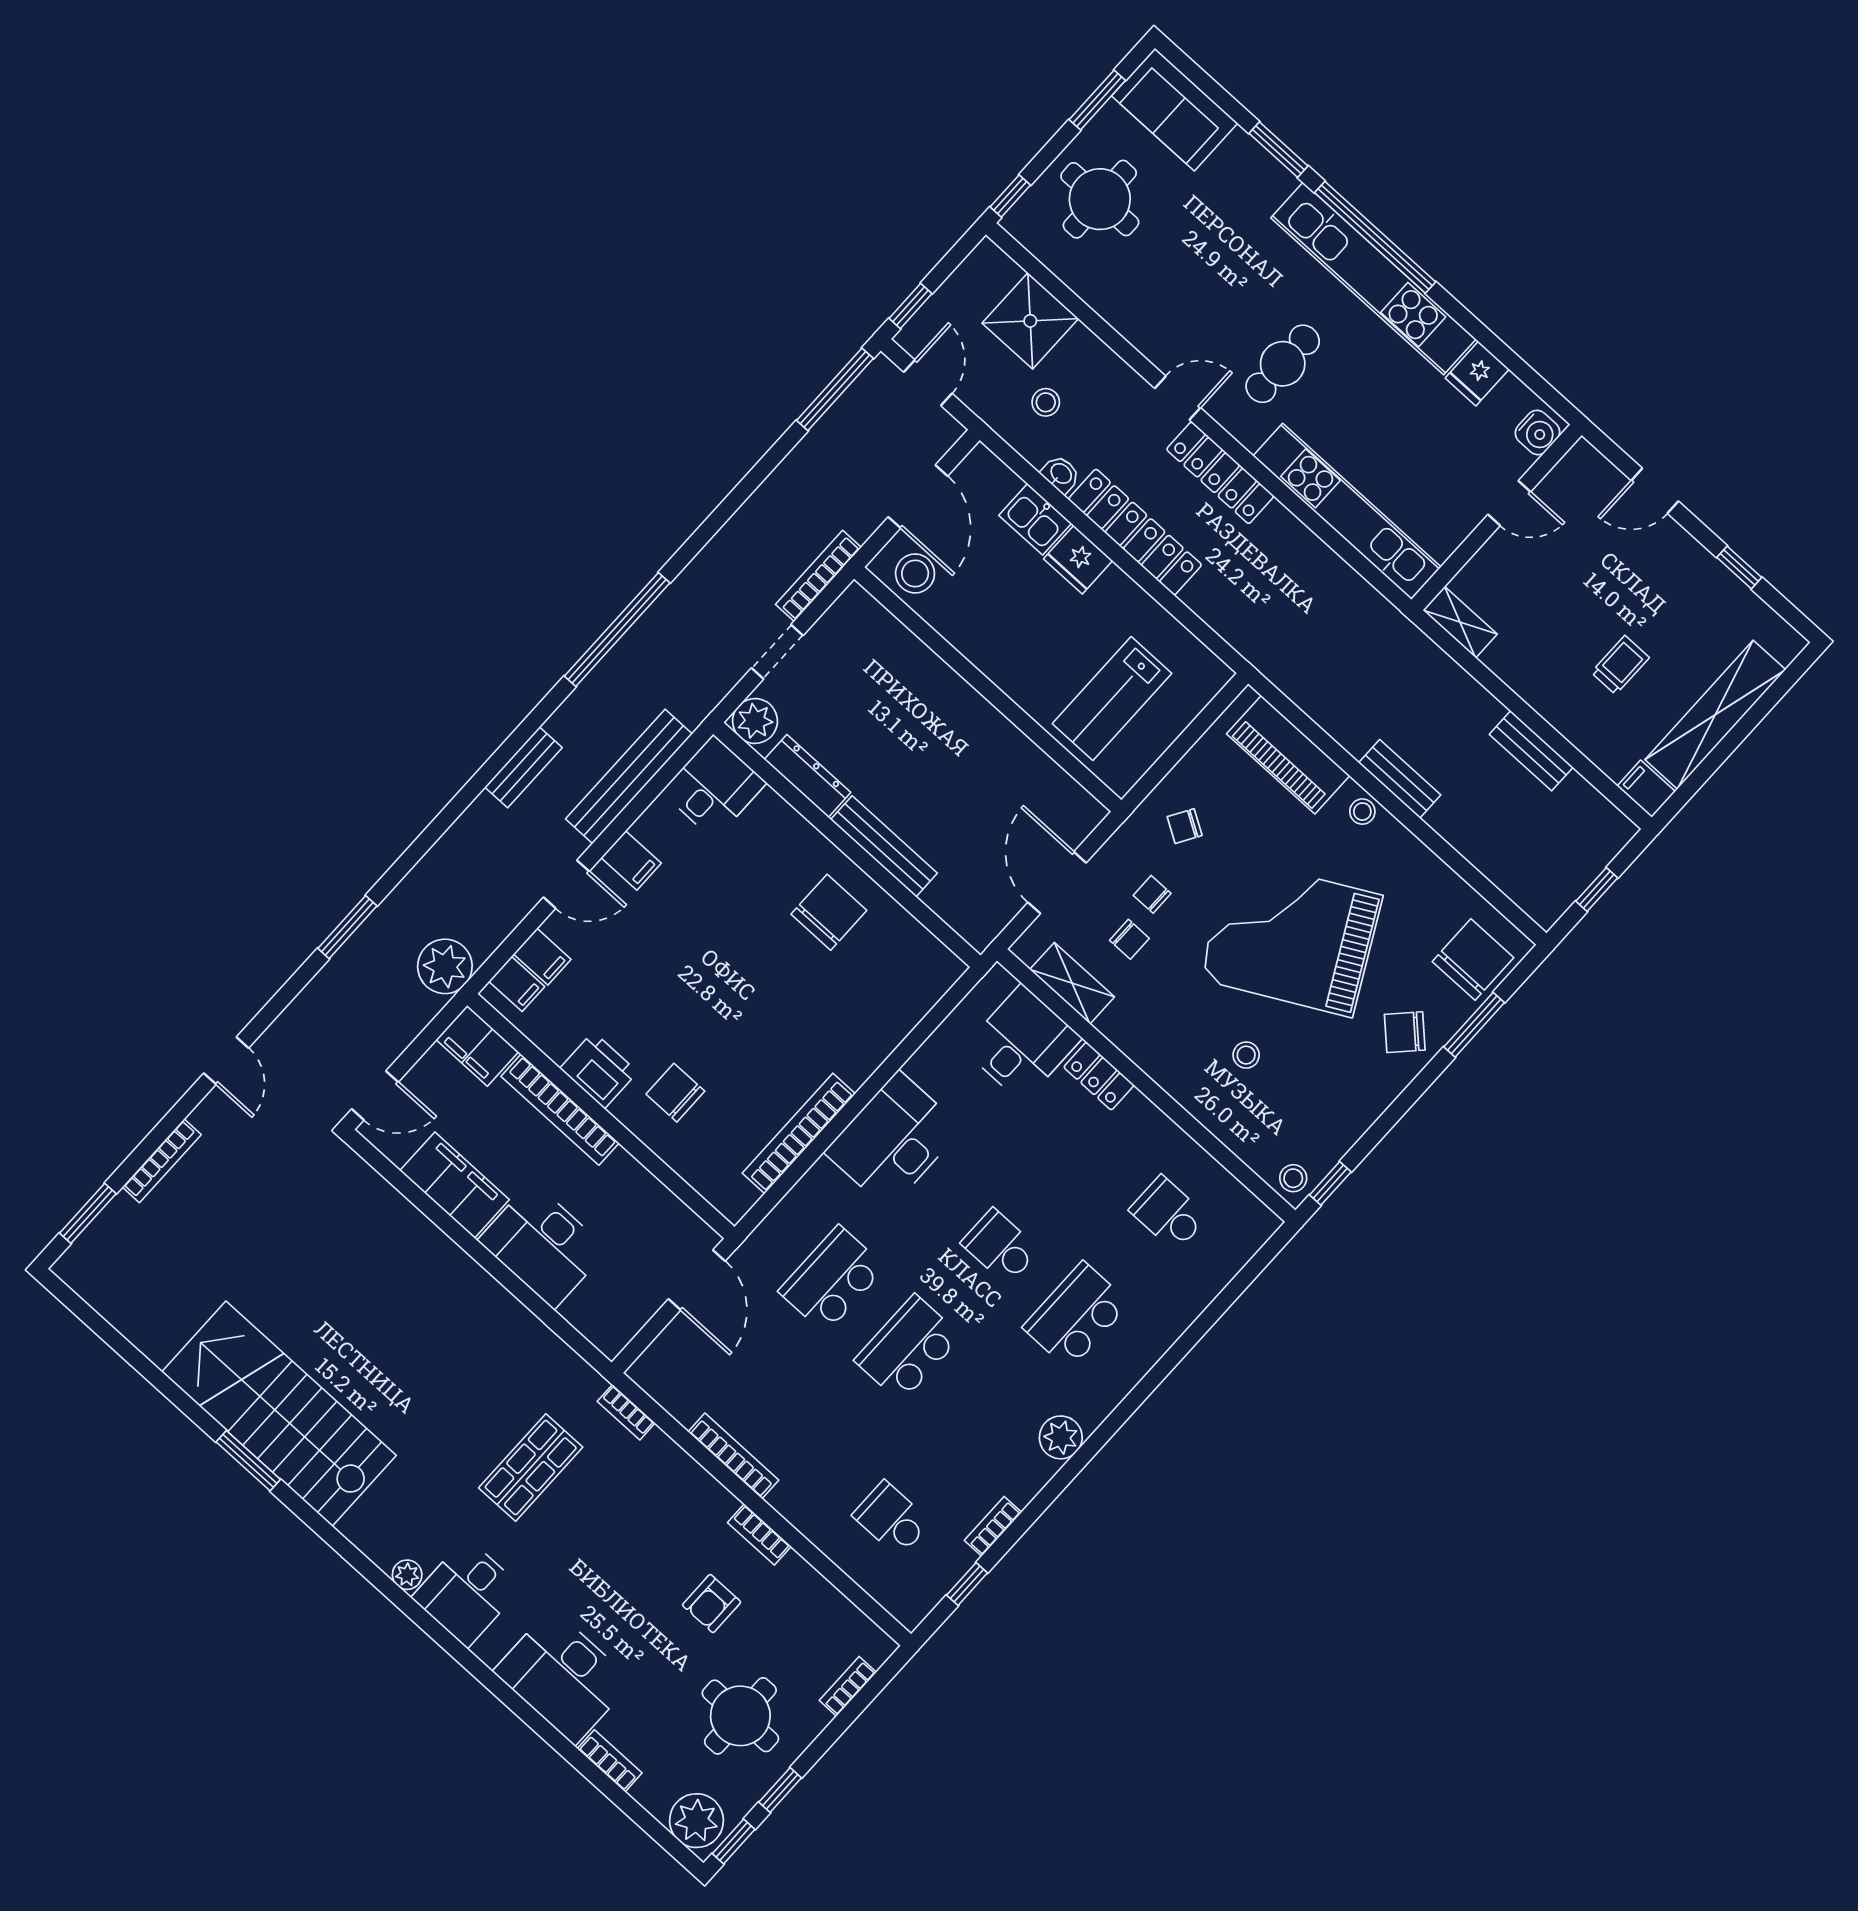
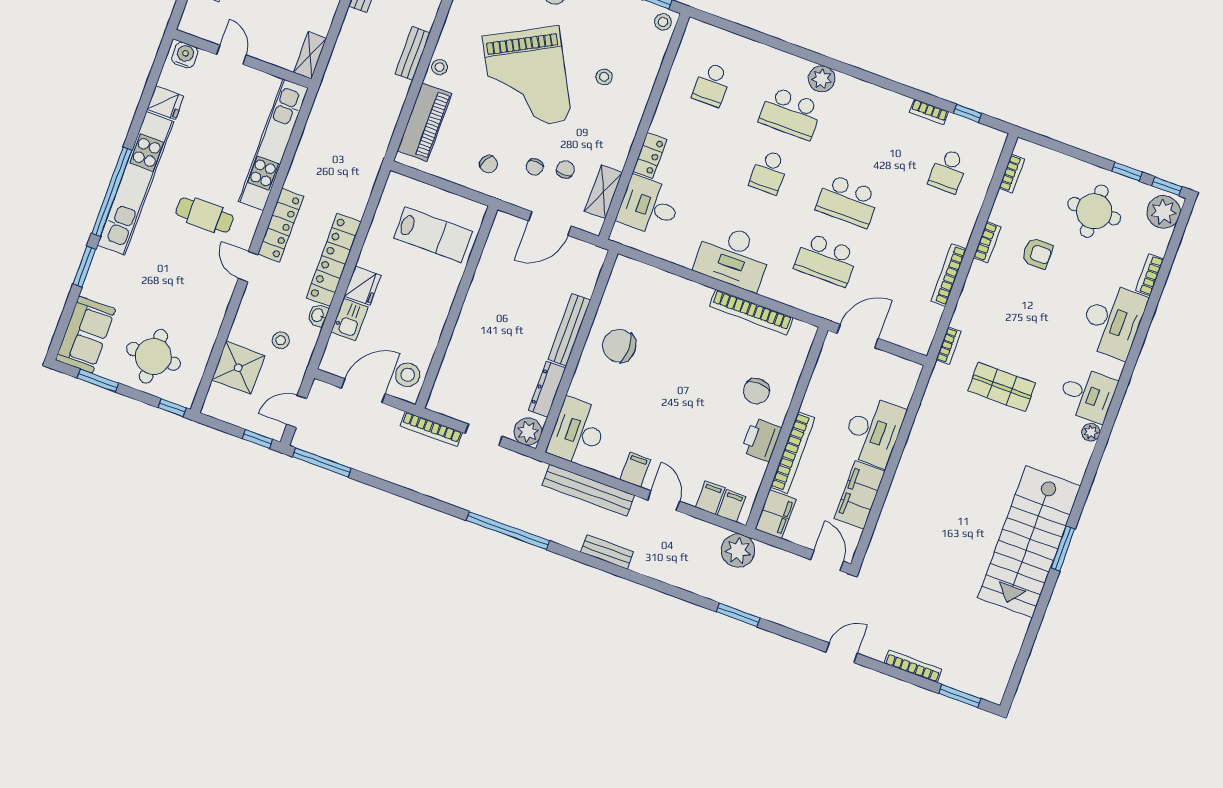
desk: (714, 788) -> (578, 432), width x1.37
plant: (1061, 1437) -> (822, 79), moved
bookcase: (848, 1686) -> (1012, 174), moved, turned -90

